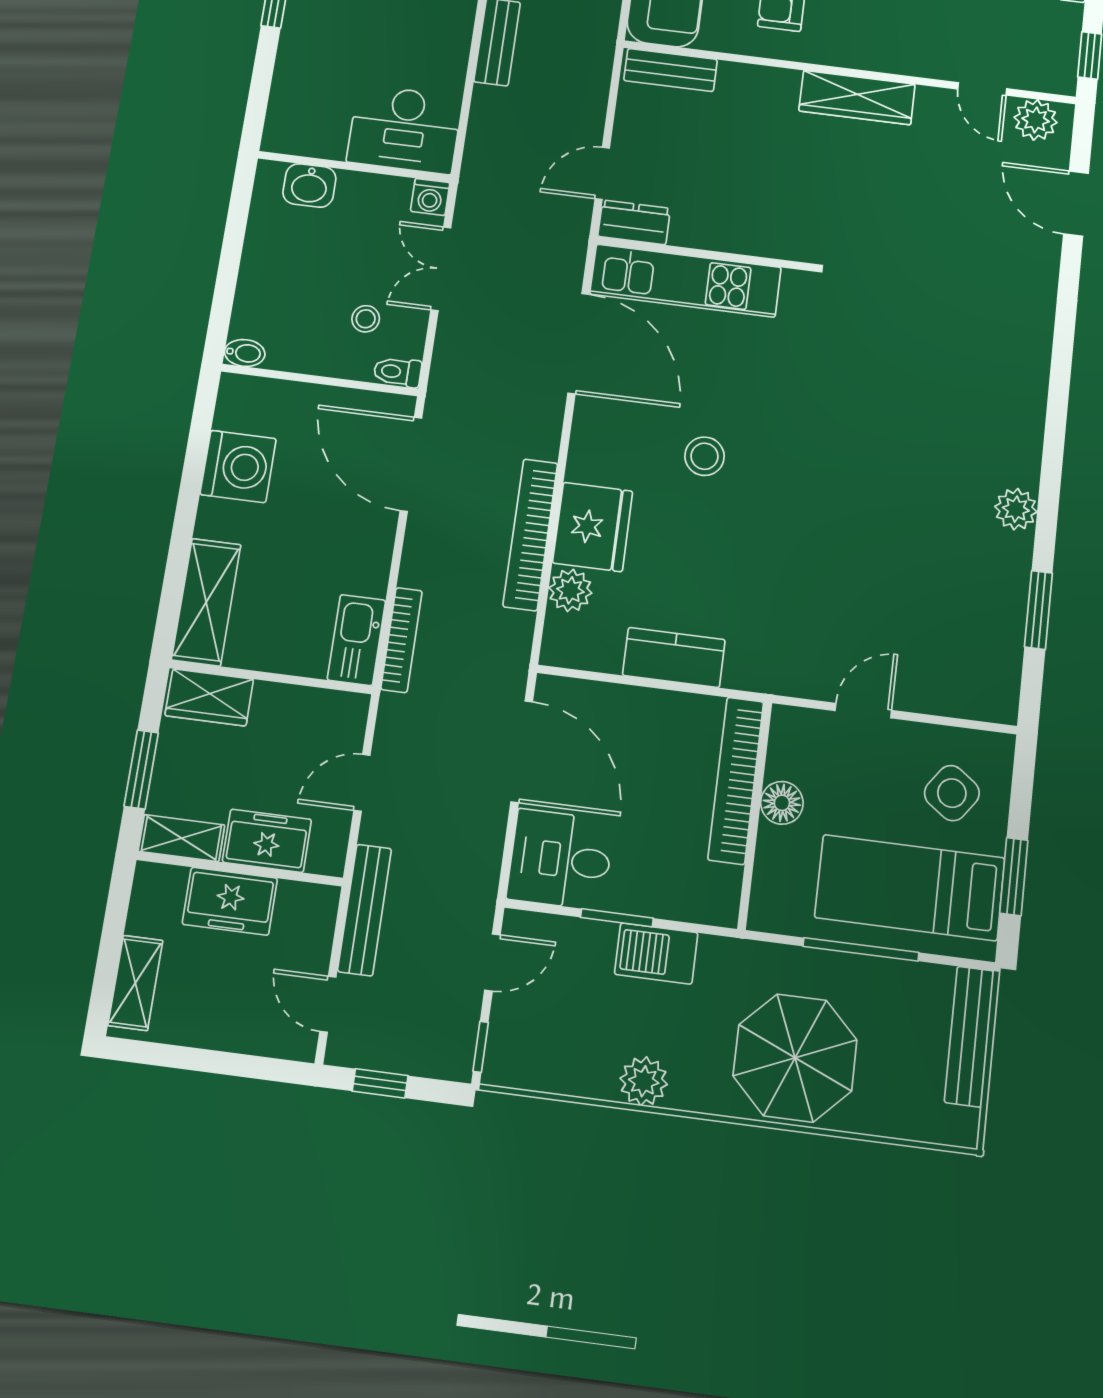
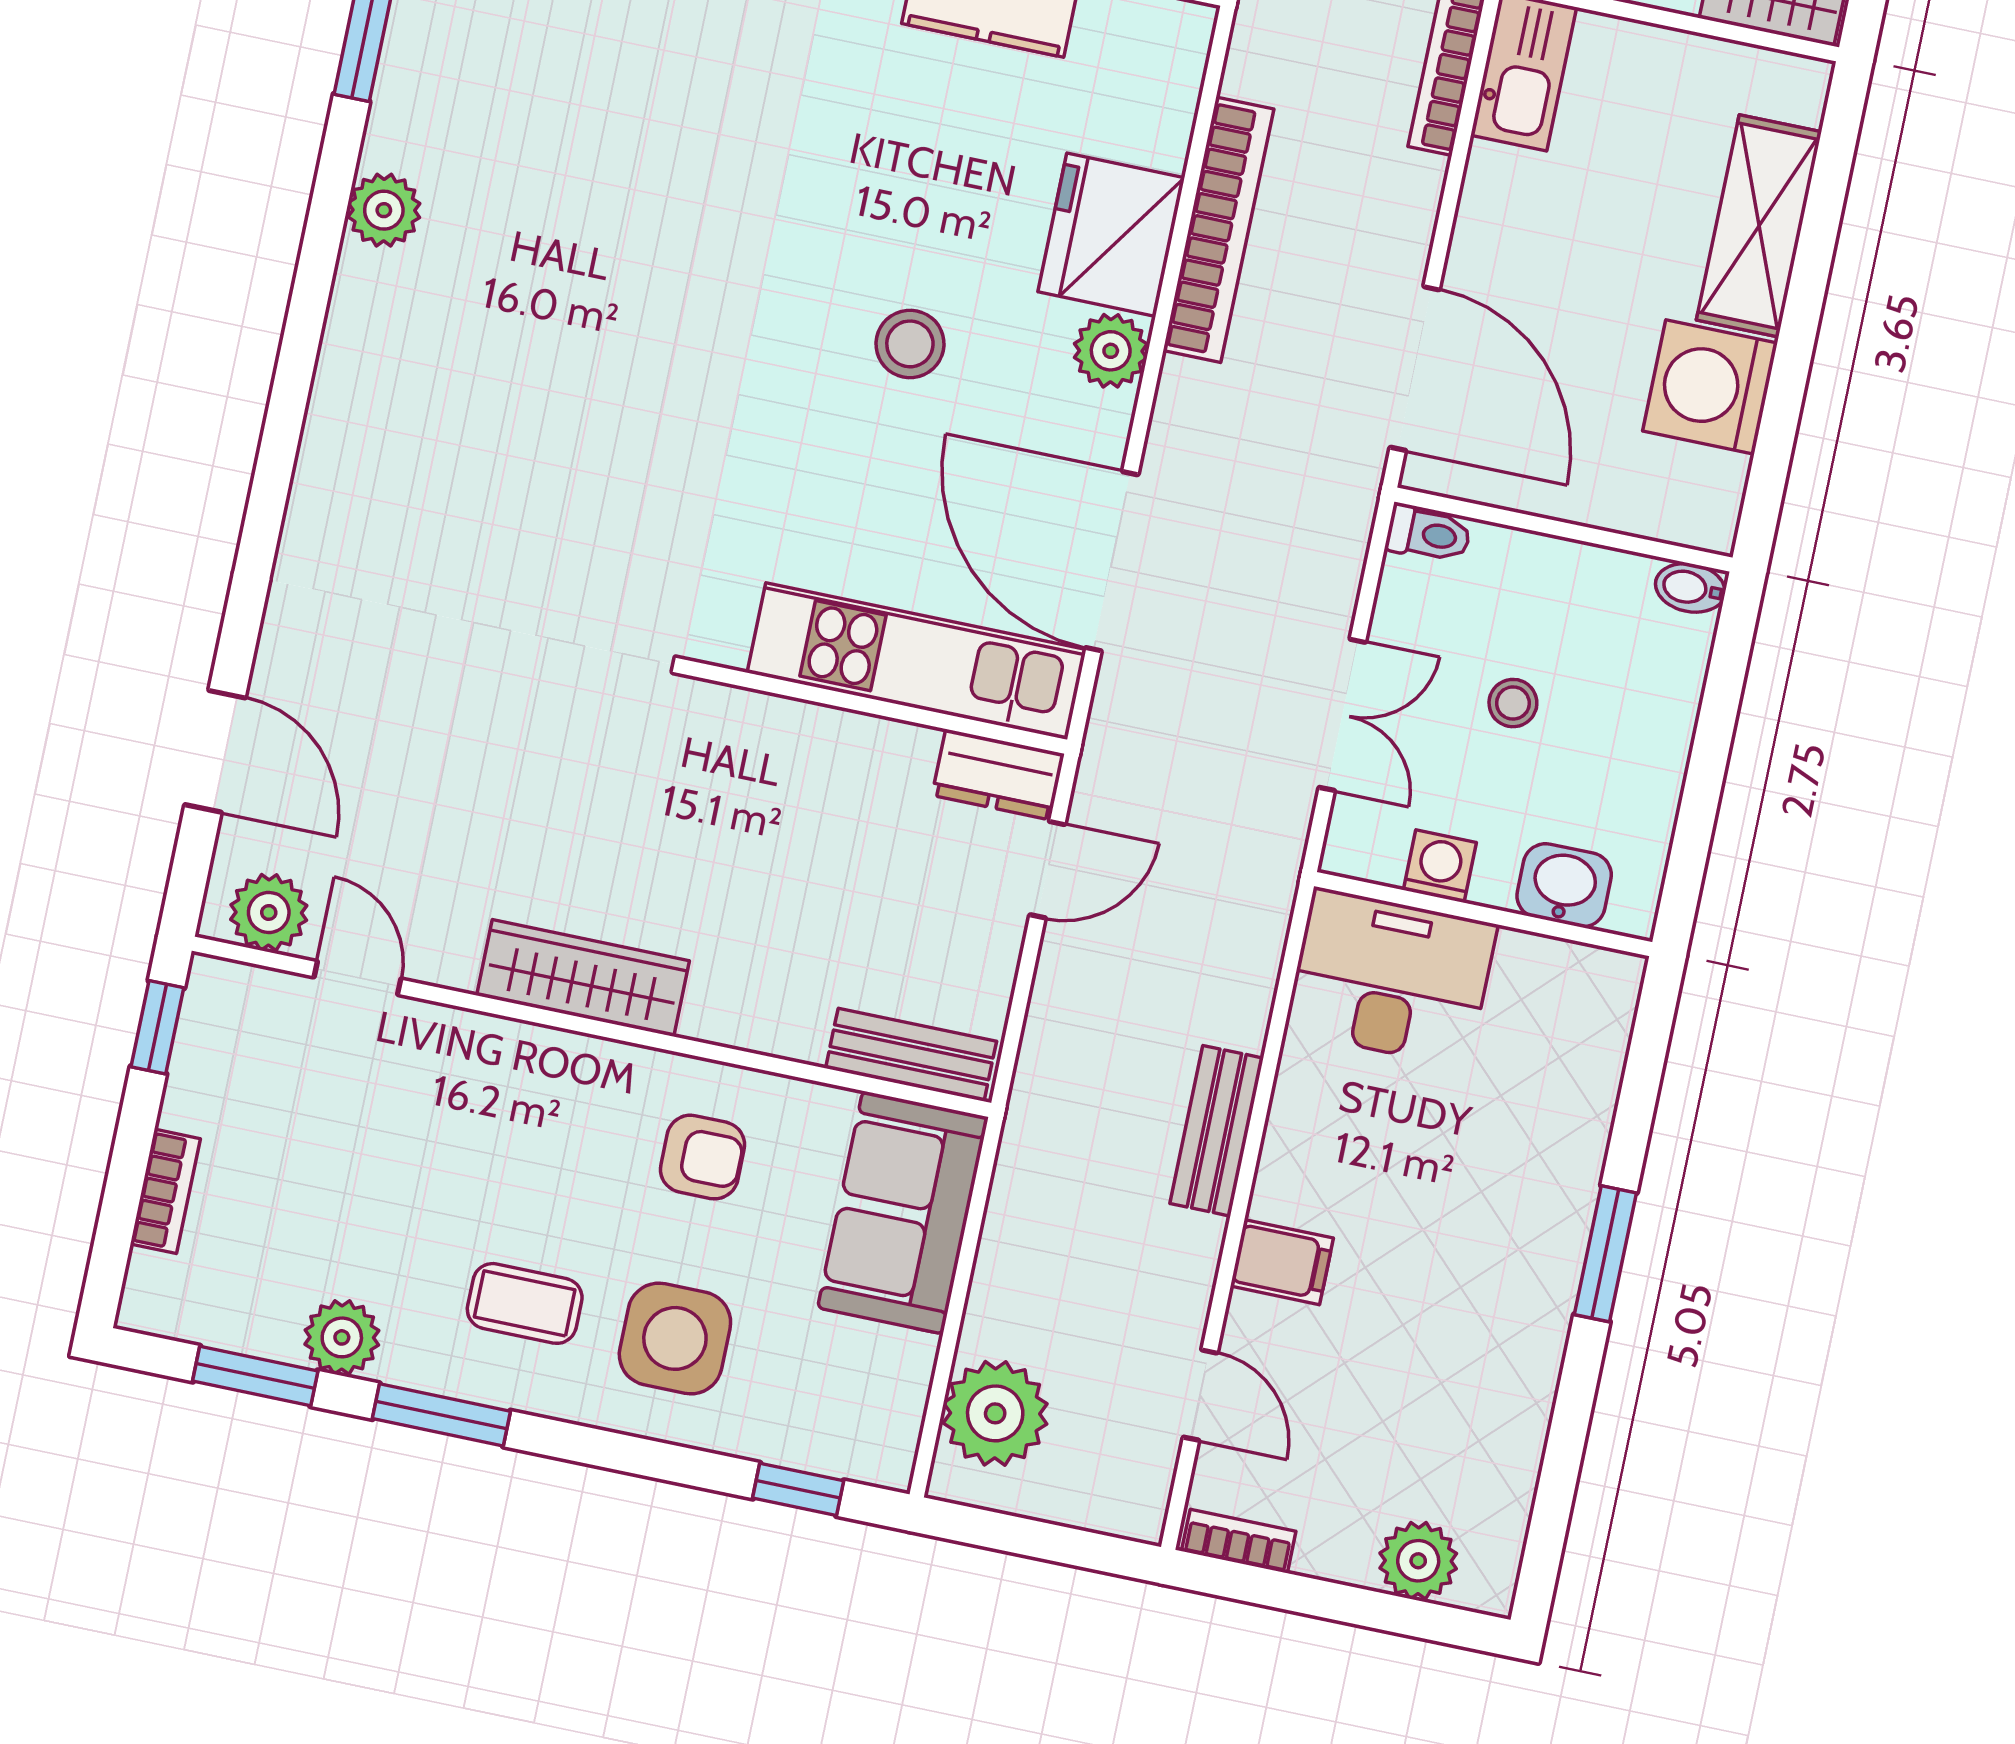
washing machine: (430, 197) -> (1440, 866), moved
stool: (366, 319) -> (1513, 703), moved
plant: (570, 590) -> (1111, 351), moved
shelving: (206, 602) -> (1759, 226), moved

